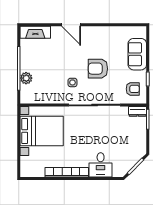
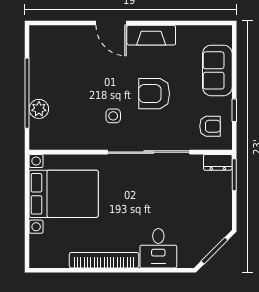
fireplace: (35, 32) -> (151, 35), moved

